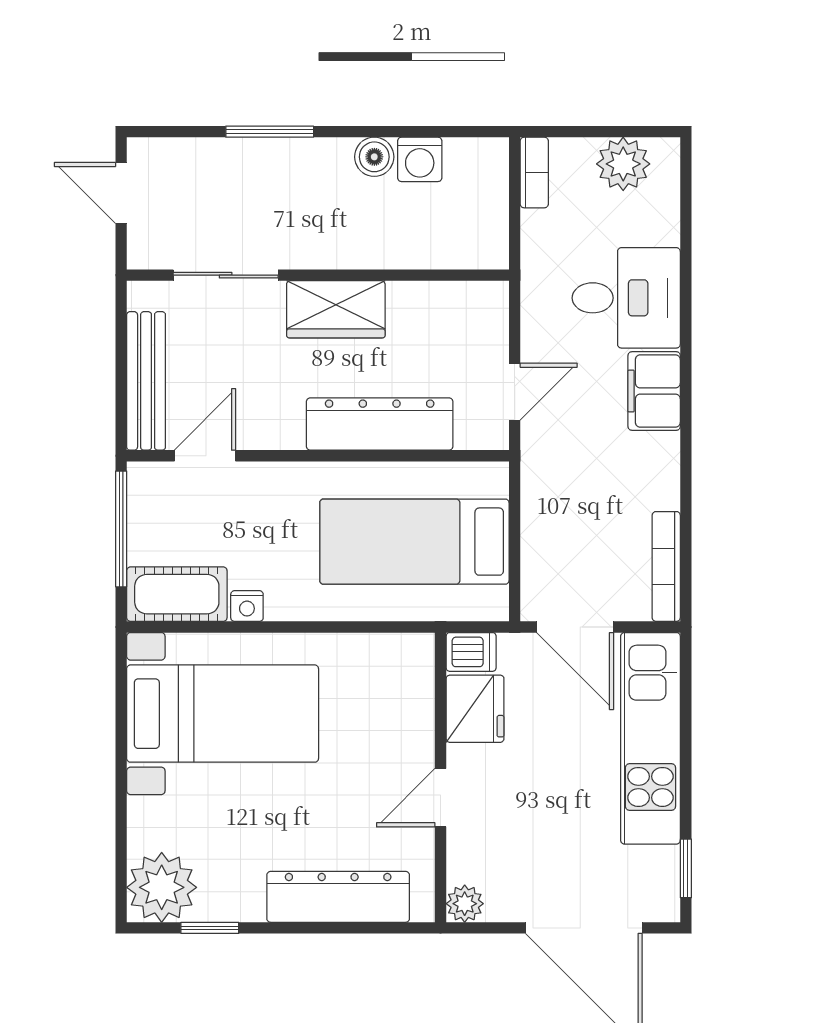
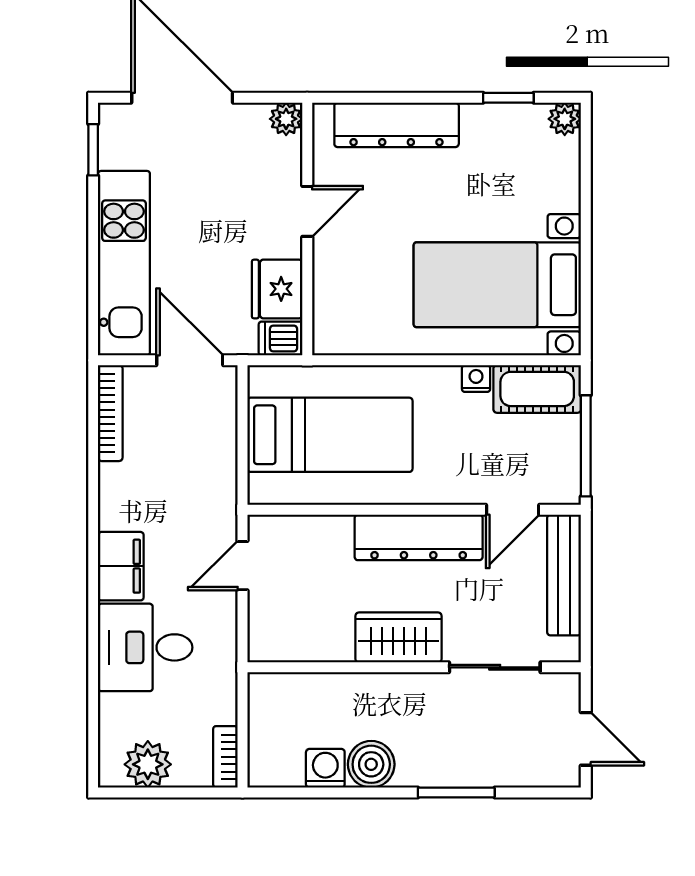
boiler: (374, 157) -> (371, 764), width x1.36, depth x1.36
dresser: (380, 424) -> (419, 537), moved
plant: (162, 887) -> (565, 119), width x0.53, depth x0.53

